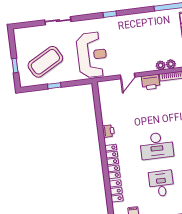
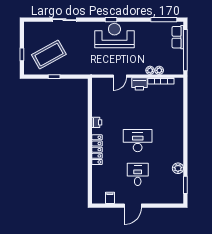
reception desk: (92, 55) -> (114, 36), moved, turned -90
desk: (157, 146) -> (138, 141), turned 180
locker: (116, 191) -> (97, 176), removed

